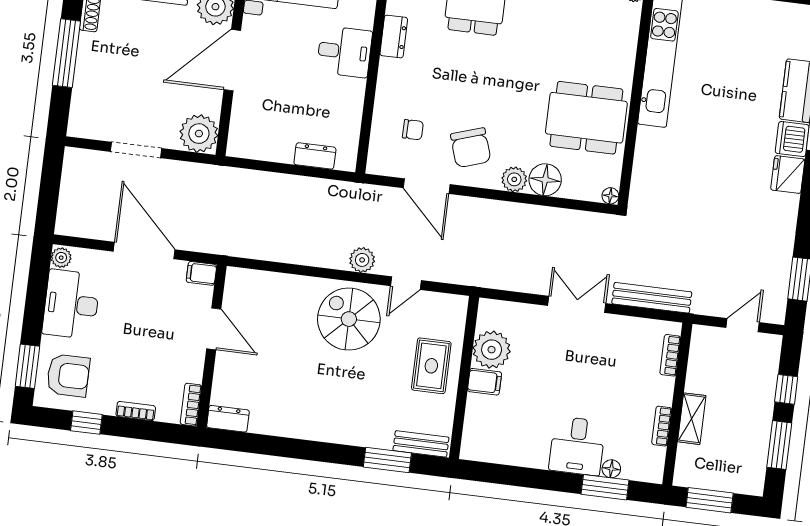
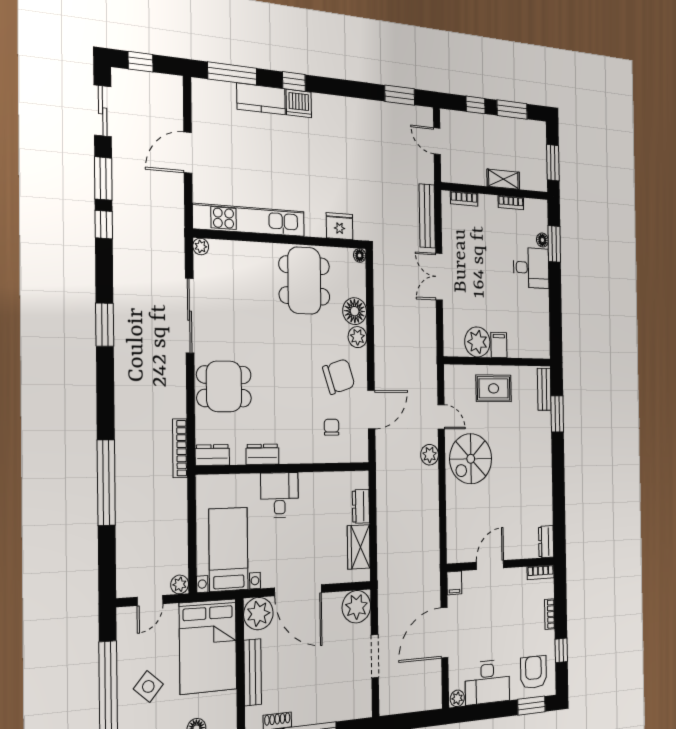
wardrobe: (268, 146) -> (359, 547), added
fridge: (788, 175) -> (340, 226), moved, turned 180

